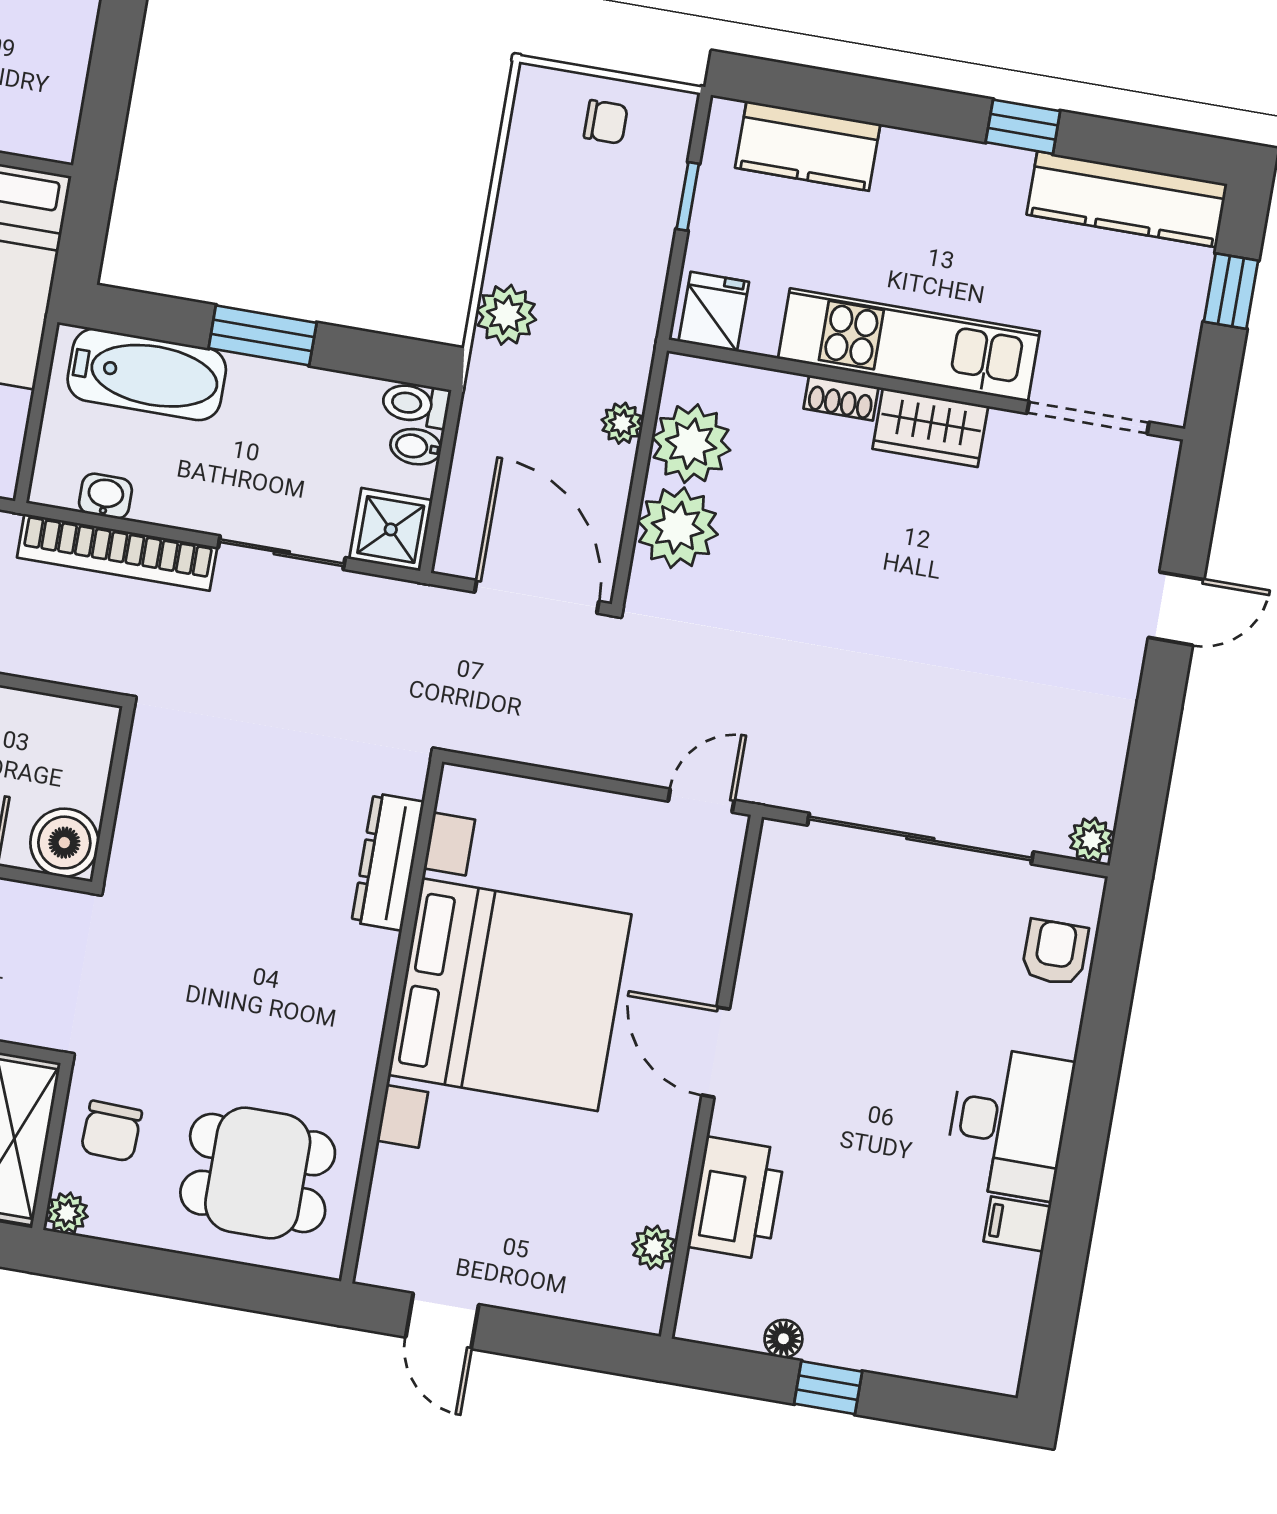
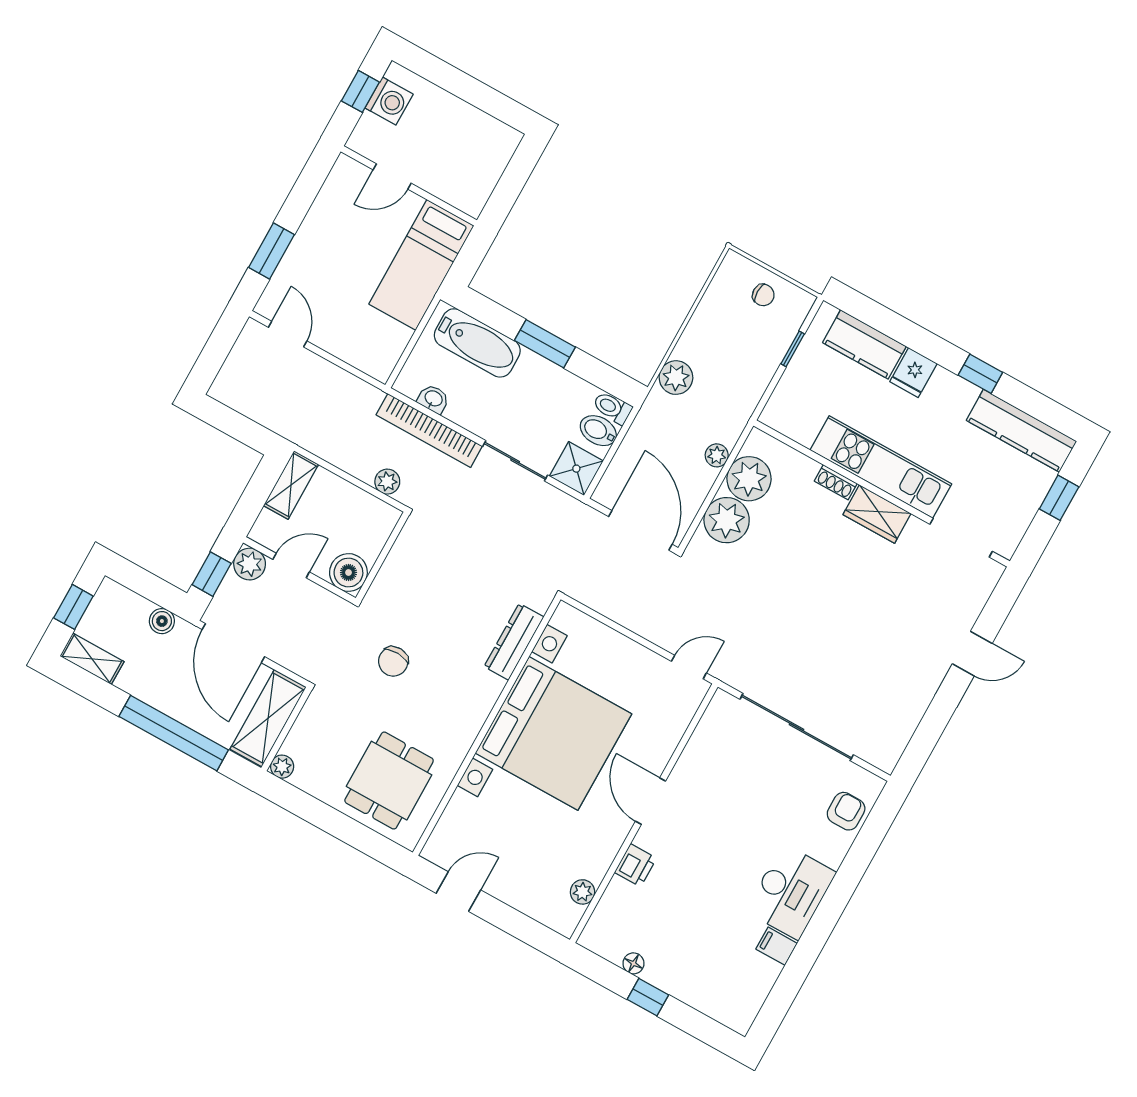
fridge: (714, 312) -> (913, 373), moved, turned 180
bidet: (416, 447) -> (598, 431), width x1.38, depth x1.36
plant: (1091, 840) -> (387, 482), moved
chair: (111, 1131) -> (393, 661), moved
dining table: (258, 1173) -> (389, 781), turned 90
printer: (737, 1198) -> (635, 865), width x0.53, depth x0.68
door: (442, 1321) -> (458, 892), swing flipped

